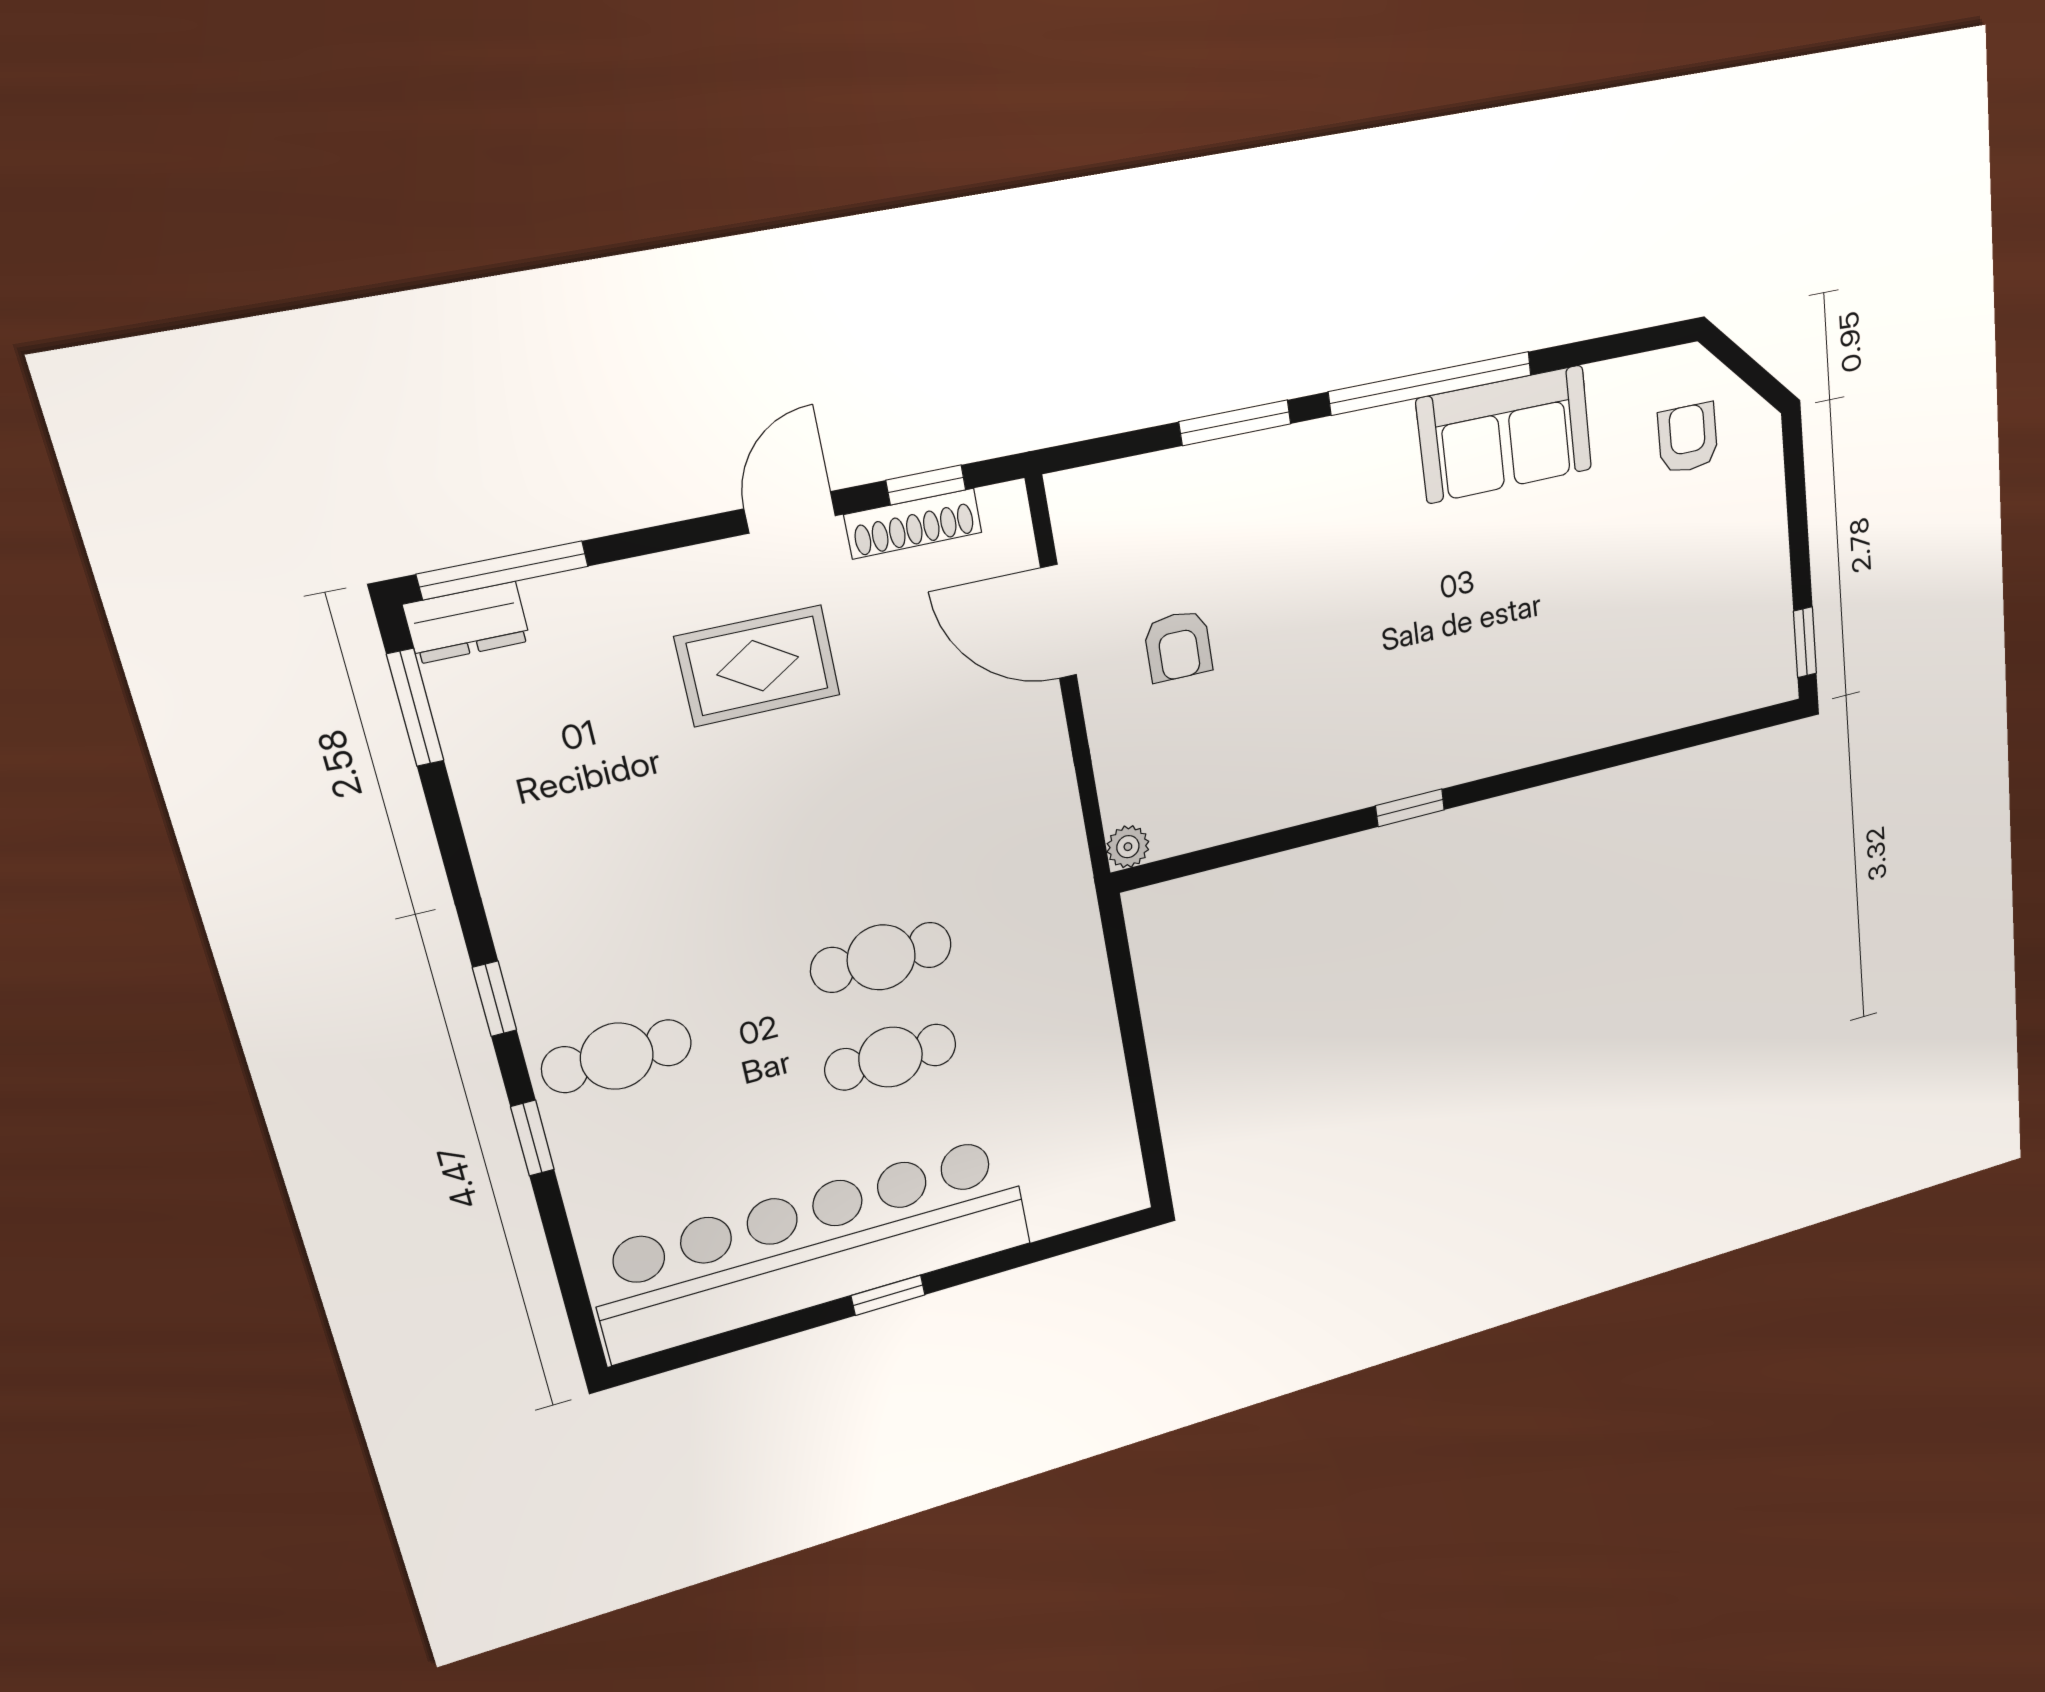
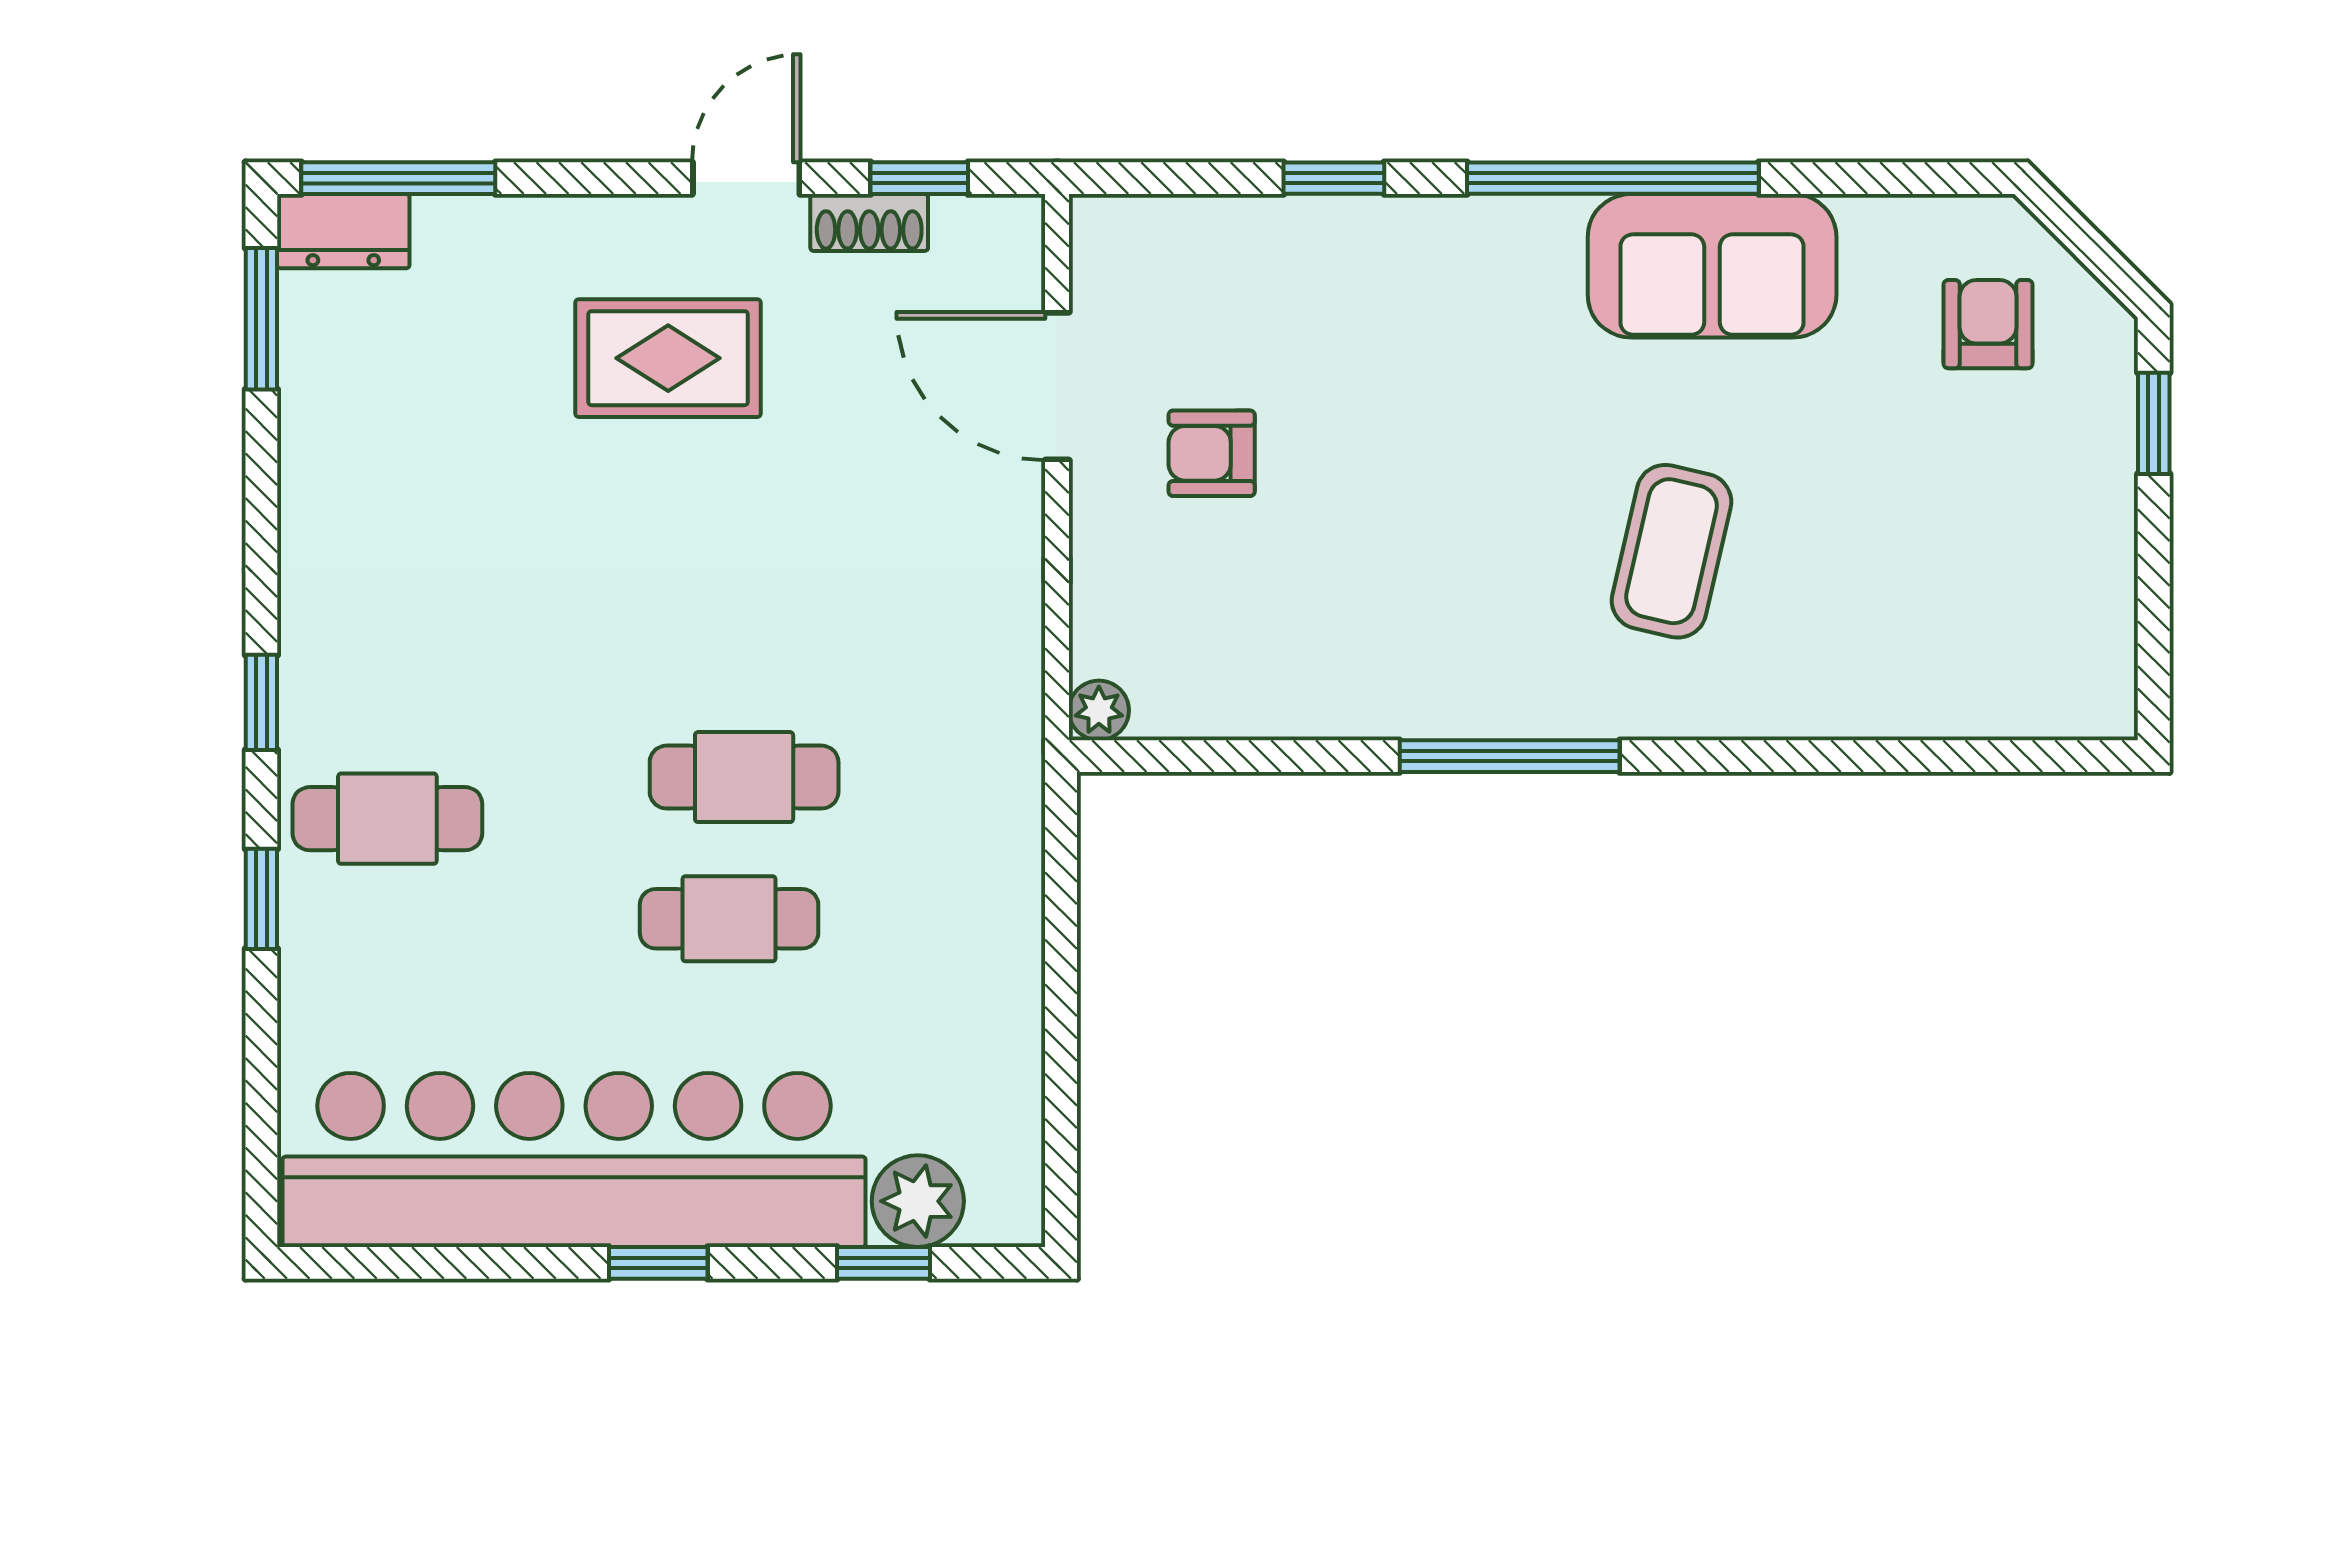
window: (1235, 423) -> (1334, 178), width x0.67
shoe rack: (913, 524) -> (869, 222), width x0.70
window: (1805, 642) -> (2154, 423), moved
coffee table: (1499, 643) -> (1672, 551), added
armchair: (1178, 646) -> (1212, 453), turned 90
window: (1410, 808) -> (1510, 756), width x2.17
plant: (1060, 1204) -> (918, 1201), added
window: (1044, 1249) -> (884, 1263), added

